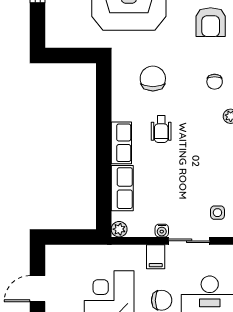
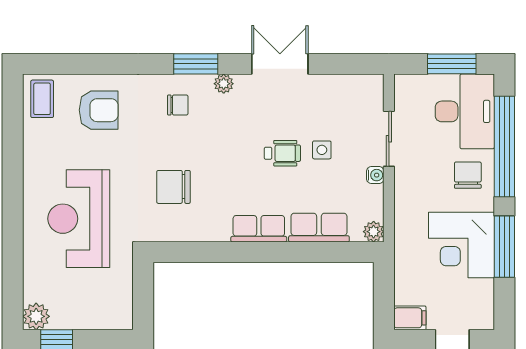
wheelchair: (161, 129) -> (282, 153), moved
side table: (217, 213) -> (322, 150), moved
filing cabinet: (156, 257) -> (410, 318), moved

